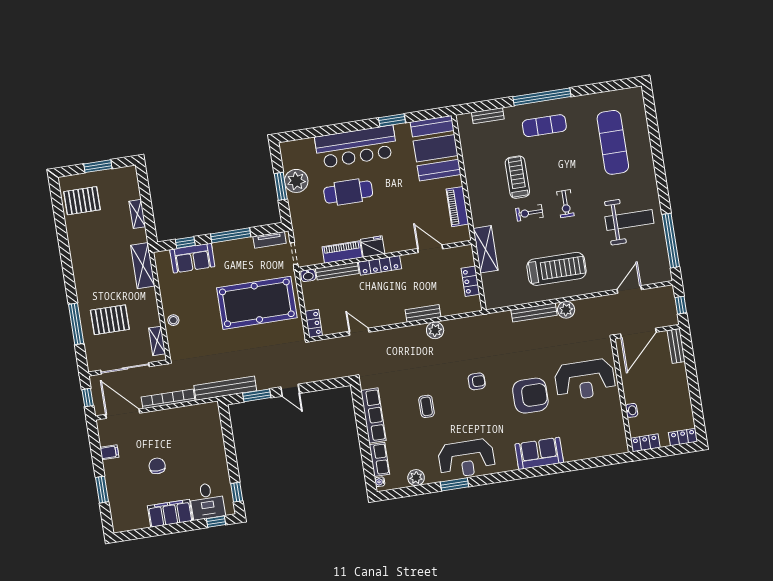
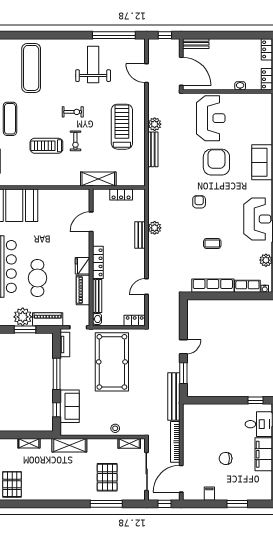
exercise mat: (613, 142) -> (31, 68), turned 90
piano: (457, 207) -> (48, 319), moved, turned 180

